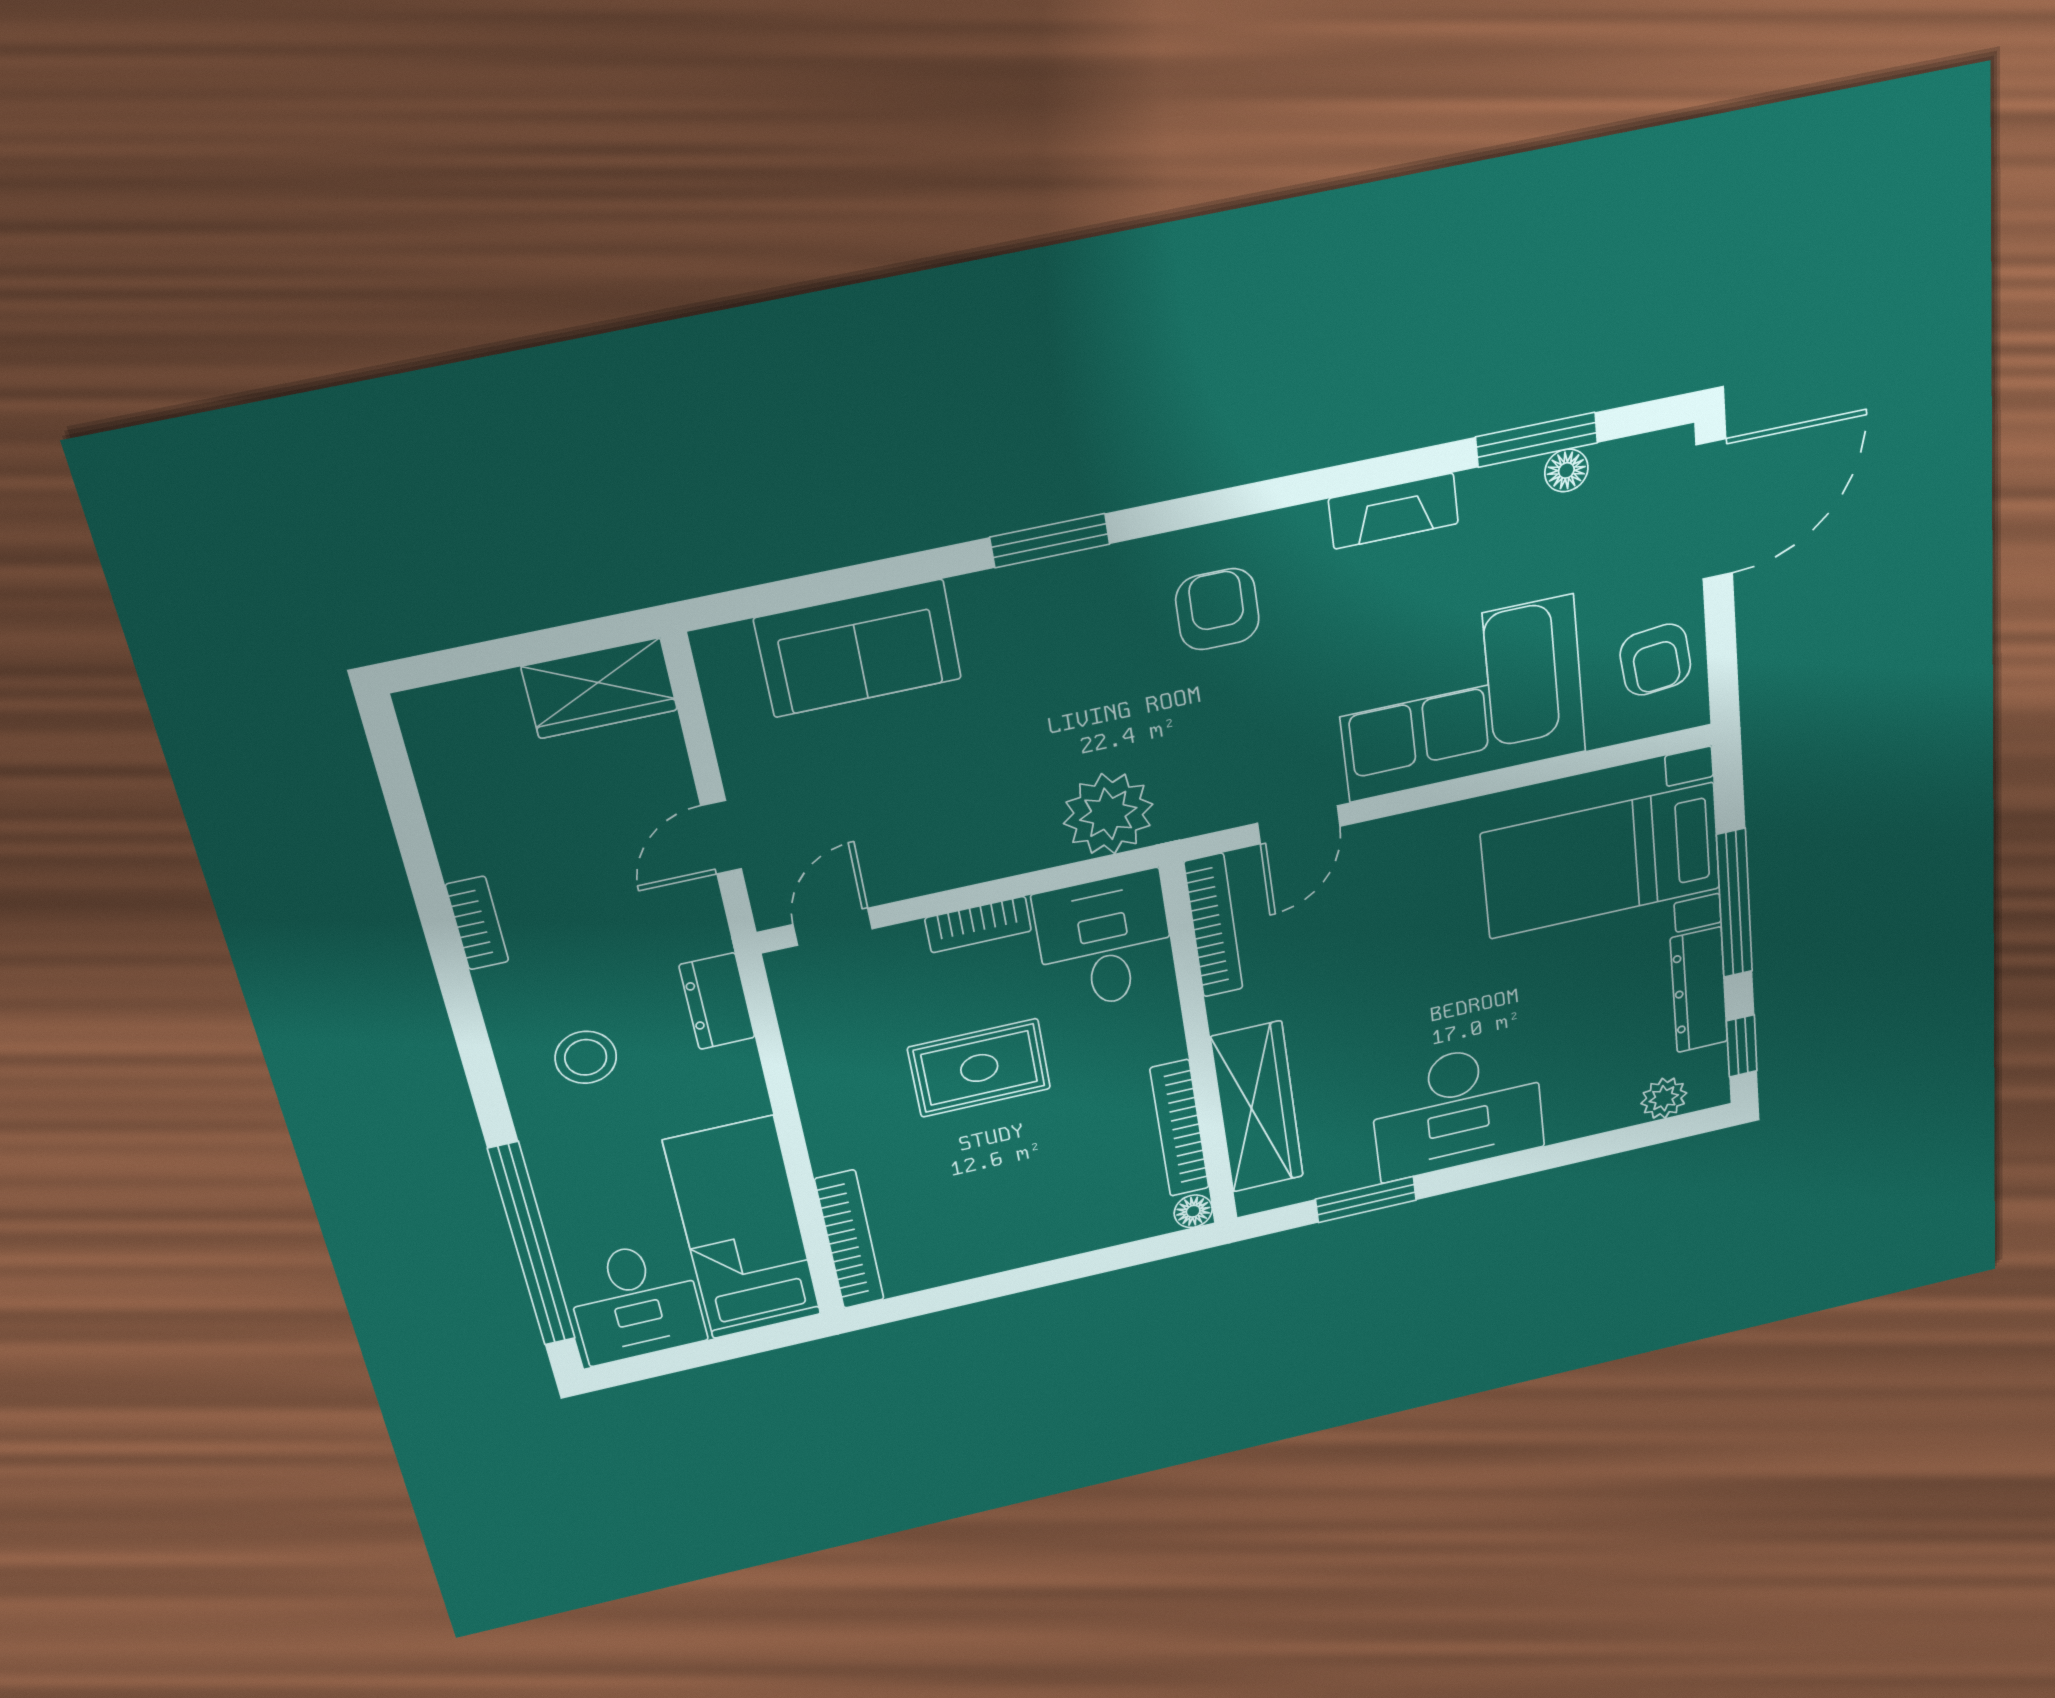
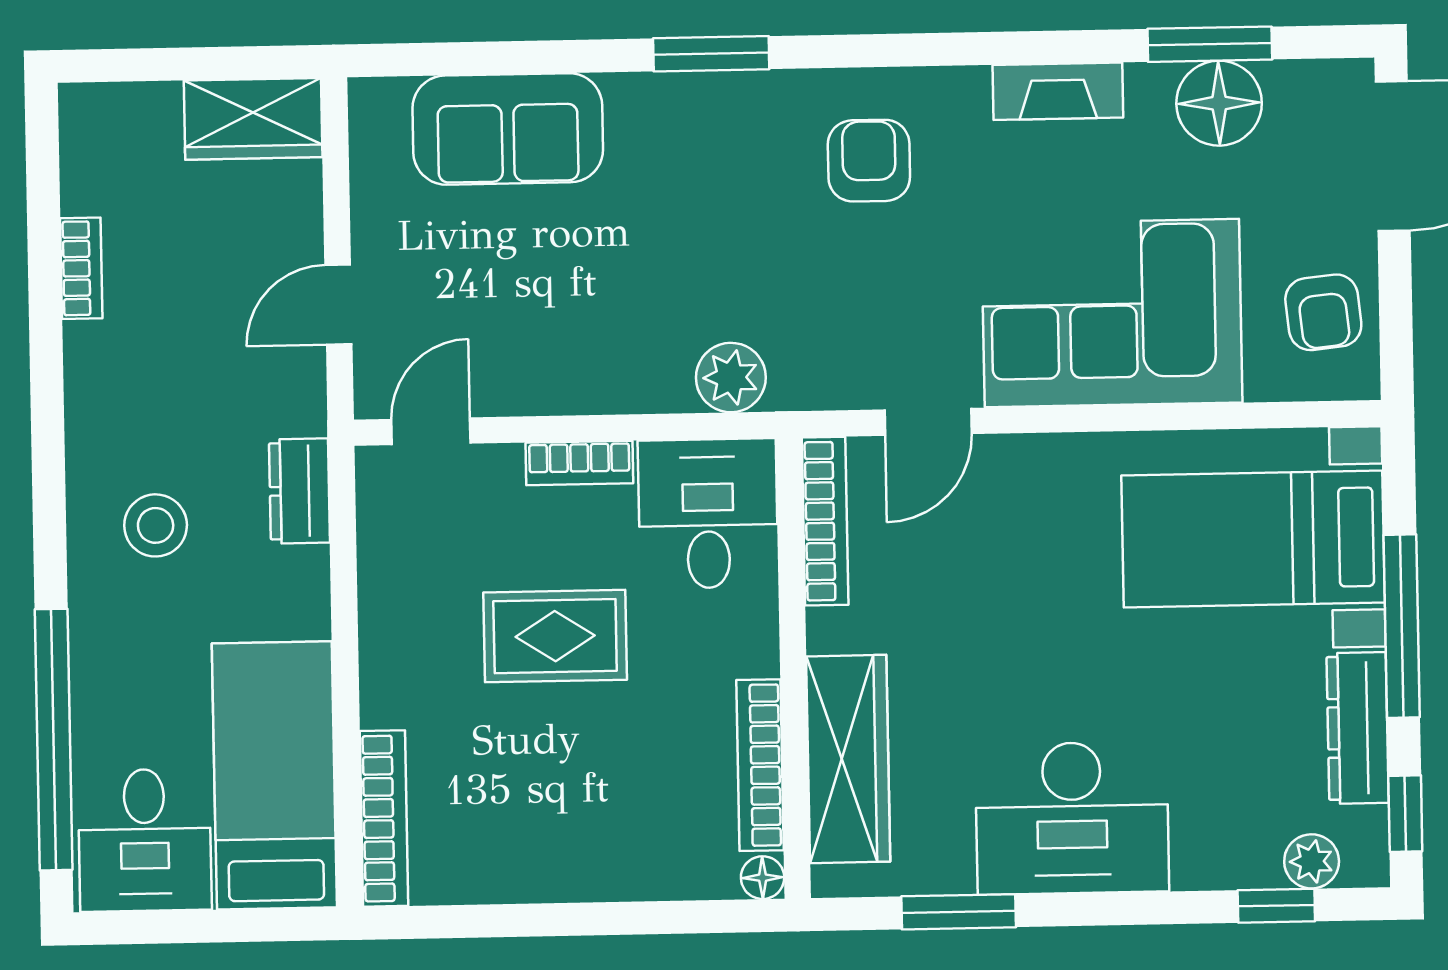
floor lamp: (1566, 470) -> (1219, 103), width x1.89, depth x1.89
plant: (1108, 814) -> (731, 378), width x0.73, depth x0.73
bookcase: (477, 923) -> (81, 268), moved
window: (1636, 1137) -> (1276, 906), added

